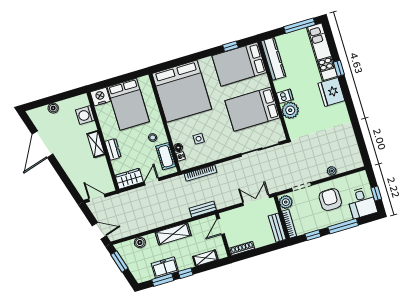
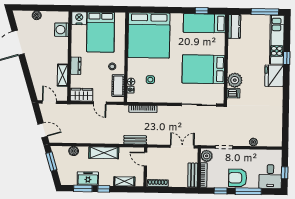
kitchen counter: (273, 59) -> (234, 26), width x0.67
bed: (239, 64) -> (204, 23), width x0.67
dishwasher: (285, 96) -> (233, 93), moved
shelving: (96, 144) -> (63, 75), moved
door: (152, 181) -> (100, 103), swing flipped
armchair: (330, 200) -> (238, 178), moved, turned -90
door: (221, 226) -> (146, 159), hinge flipped

